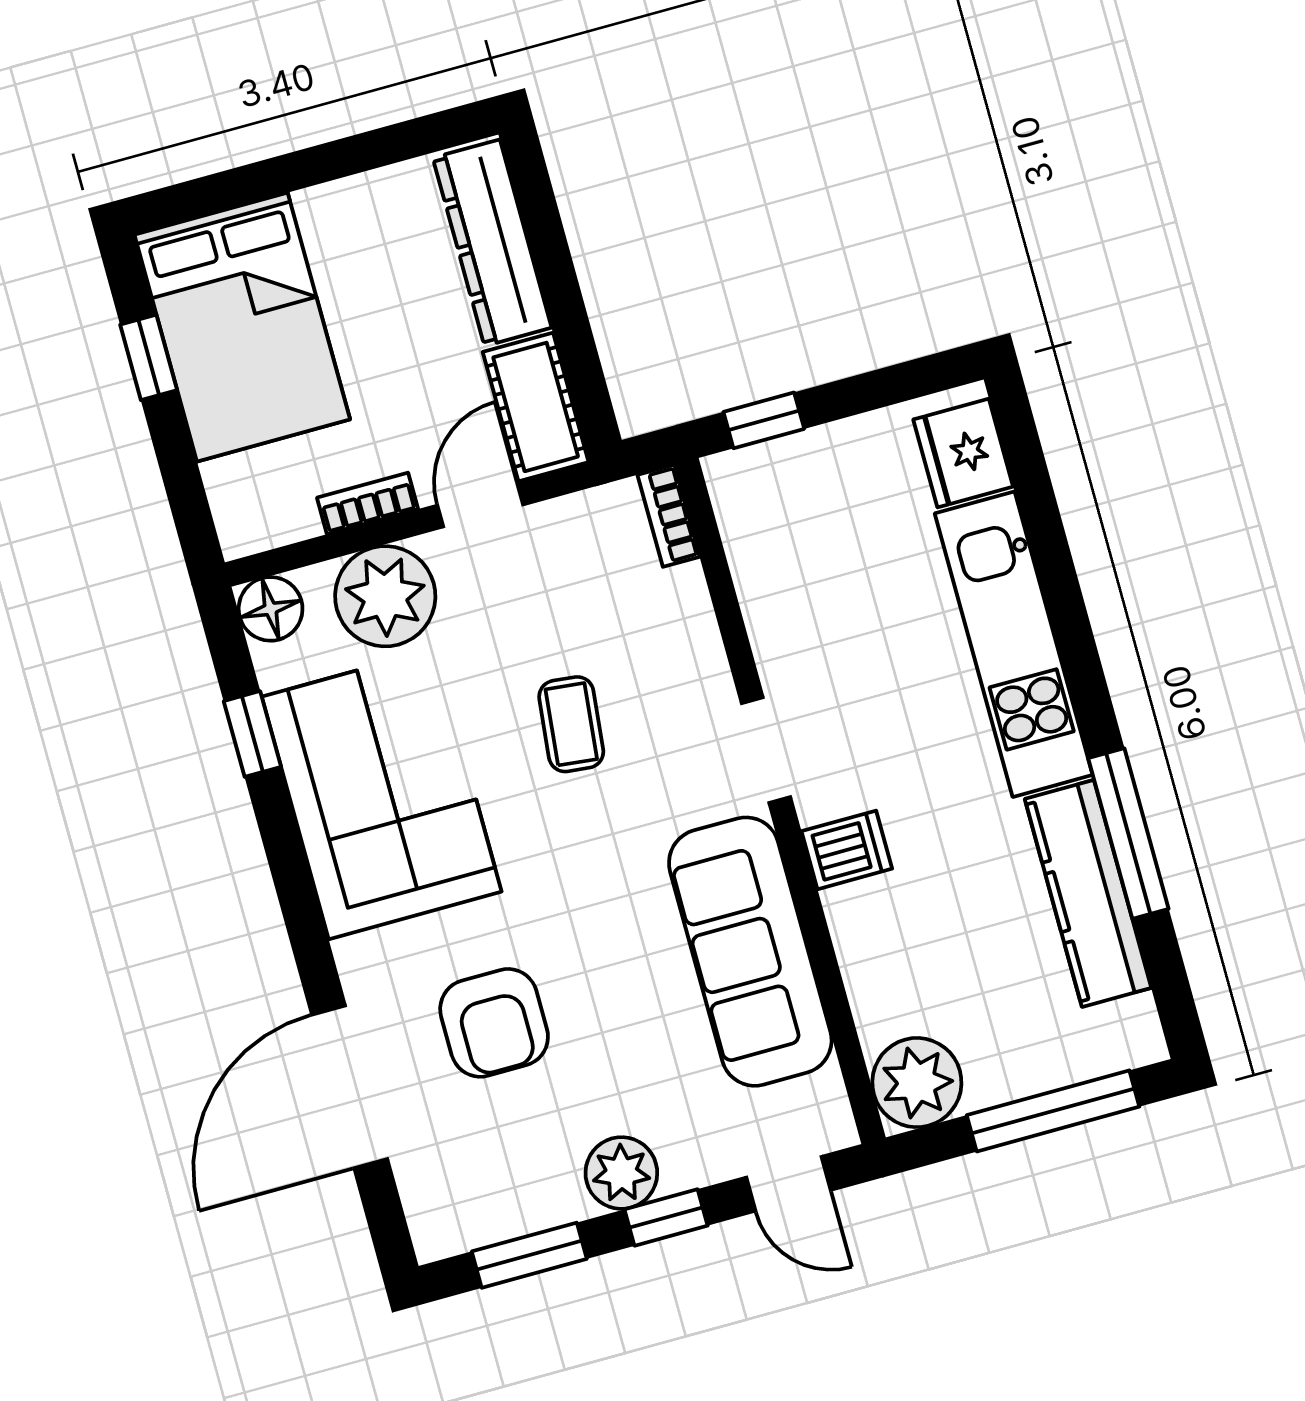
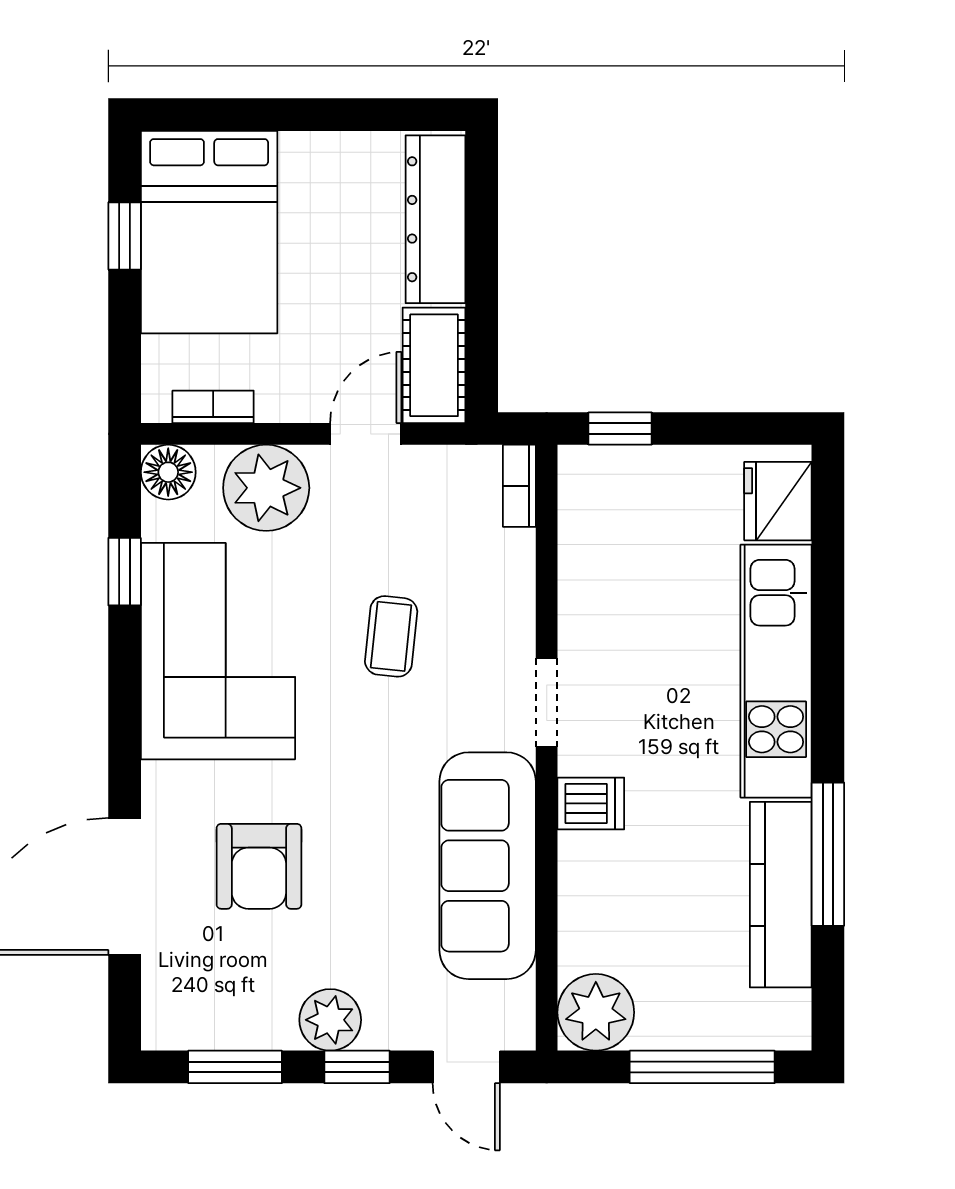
bookcase: (368, 503) -> (213, 407), moved

